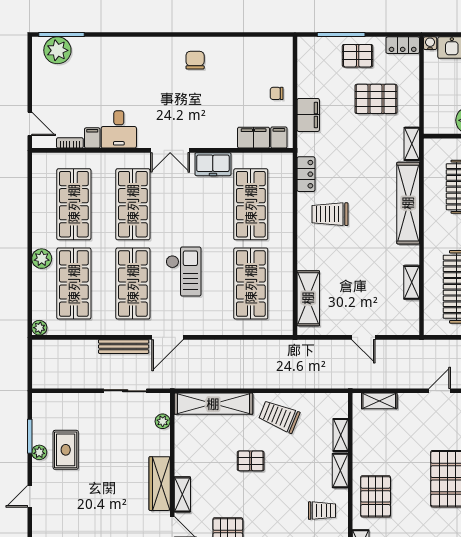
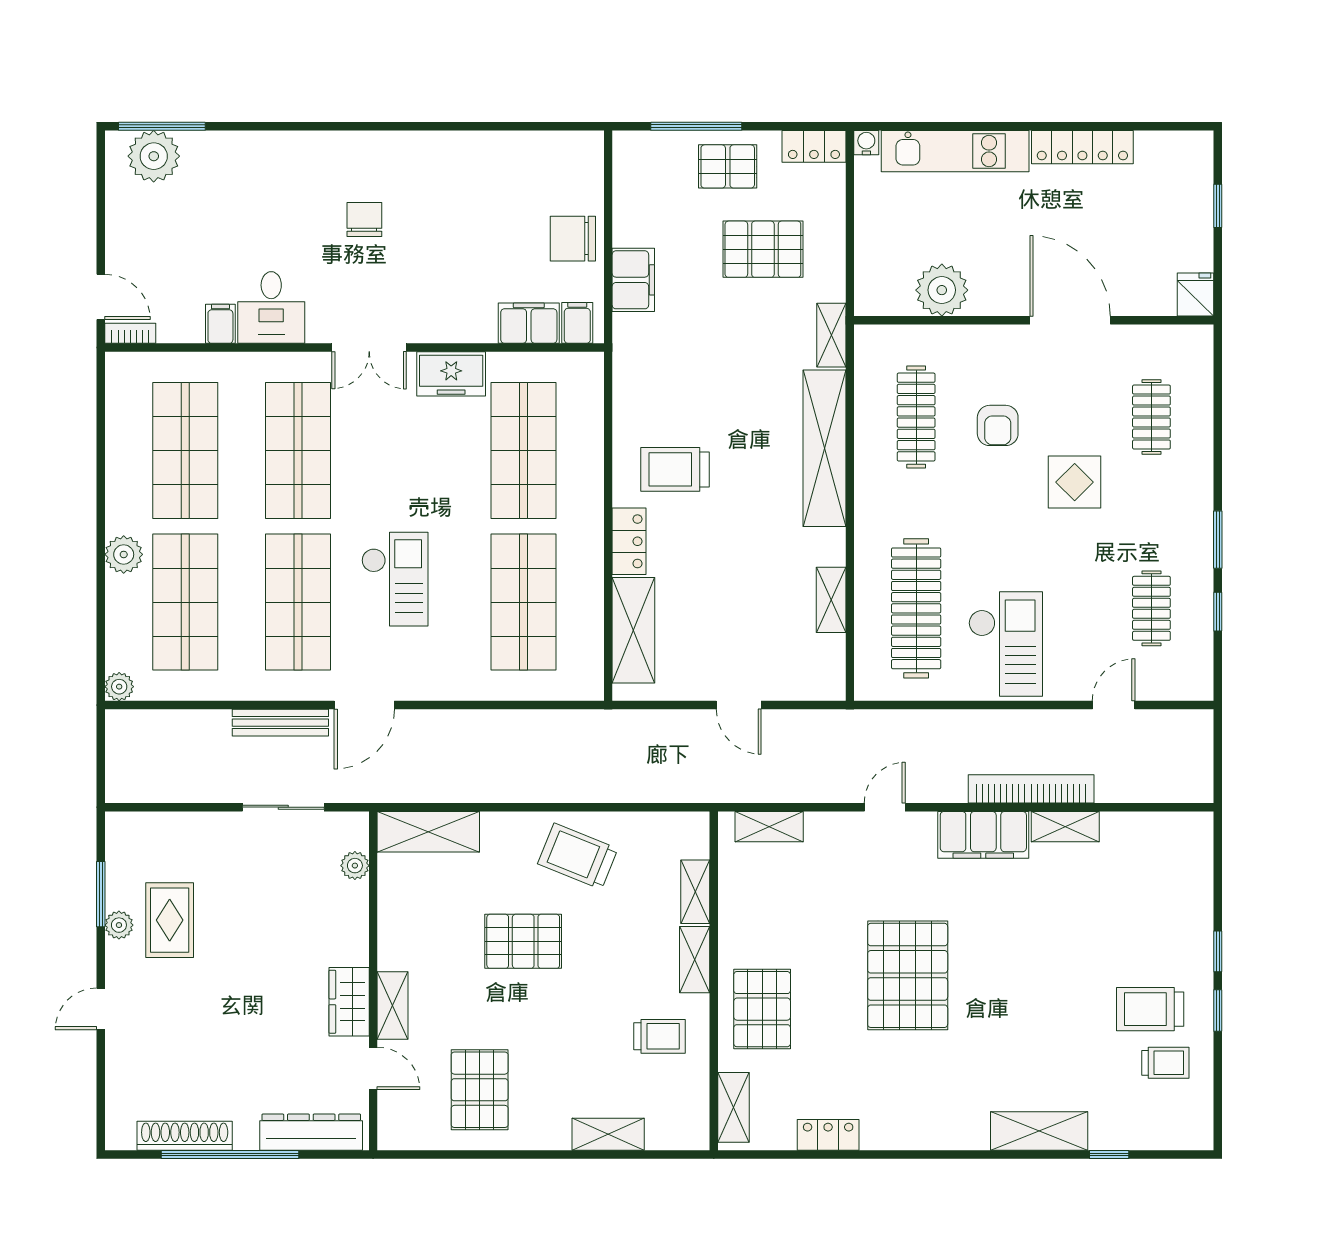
chair: (195, 60) -> (364, 219), moved
chair: (277, 93) -> (573, 239), width x1.87, depth x1.87
bookcase: (70, 143) -> (130, 333), moved
locker: (306, 174) -> (629, 541), moved
shelving: (213, 404) -> (428, 832), width x0.68
pallet: (251, 461) -> (523, 941), width x1.50, depth x1.42
wardrobe: (160, 484) -> (349, 1002), width x0.67

